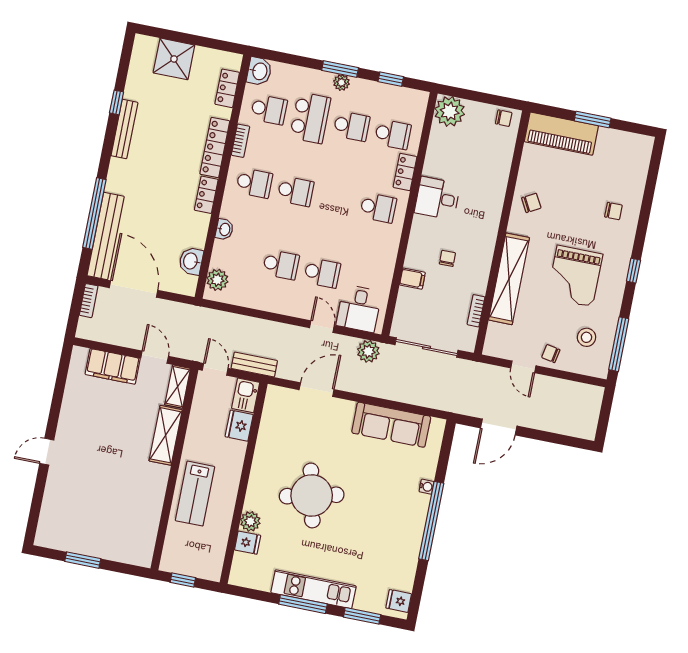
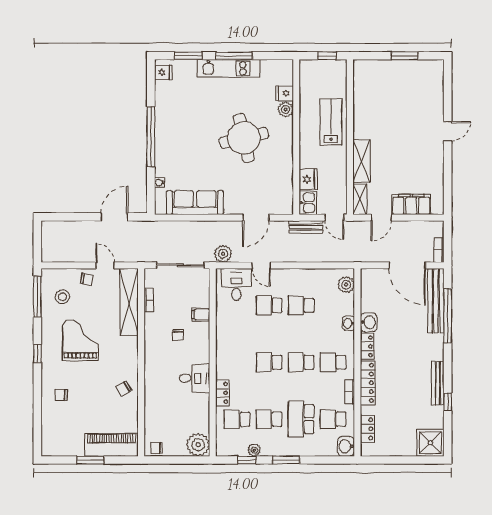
shower: (174, 59) -> (430, 443), moved
plant: (341, 83) -> (254, 450), moved
school desk: (378, 208) -> (269, 362), moved
washbasin: (191, 261) -> (369, 322), moved
shelving: (509, 279) -> (129, 302), moved
door: (155, 357) -> (381, 218), hinge flipped
water cooler: (426, 487) -> (159, 183), moved

